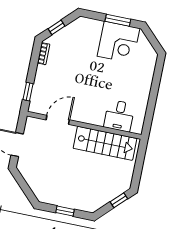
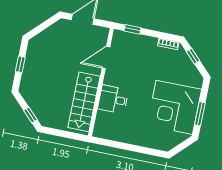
corner desk: (119, 42) -> (174, 107), width x1.36, depth x1.36
desk: (119, 116) -> (113, 99), moved
door: (58, 120) -> (106, 57), swing flipped

